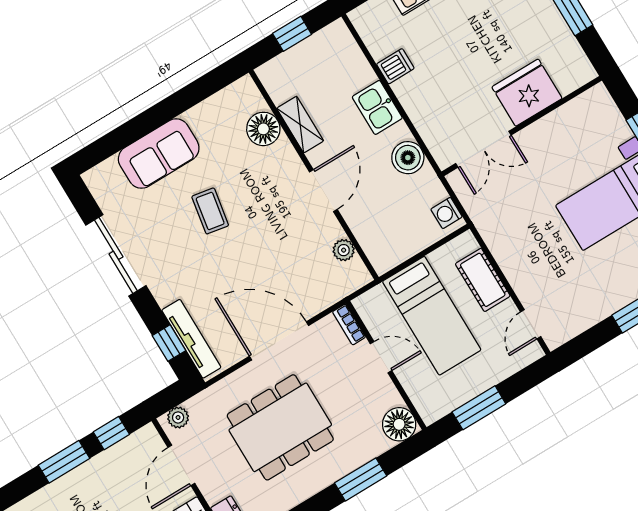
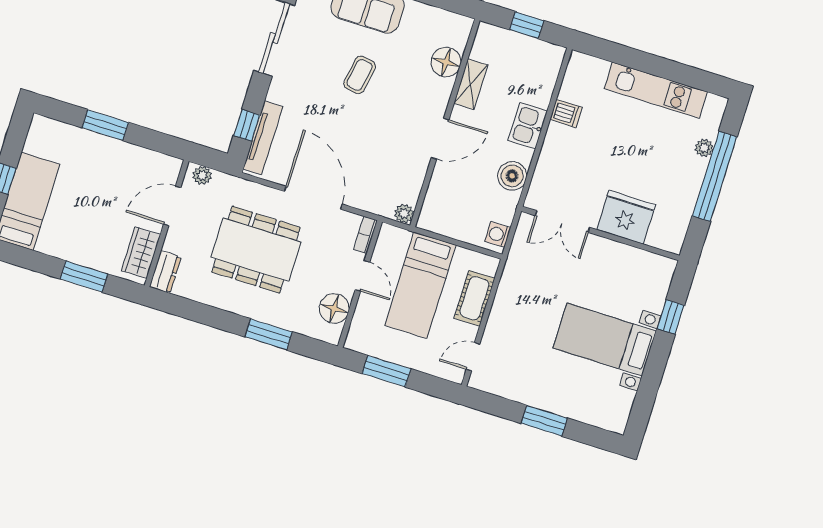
plant: (344, 250) -> (404, 214), moved
floor lamp: (399, 424) -> (334, 308), moved
window: (111, 433) -> (152, 140), removed

